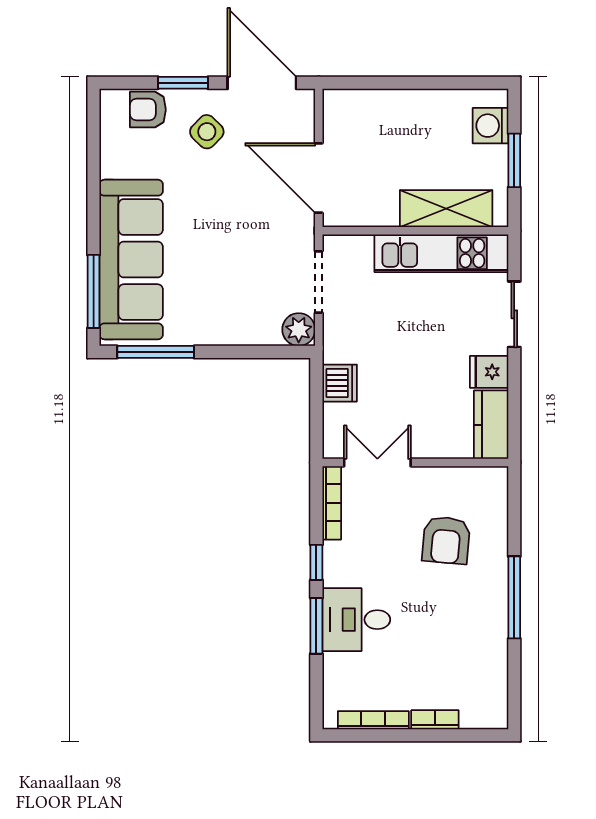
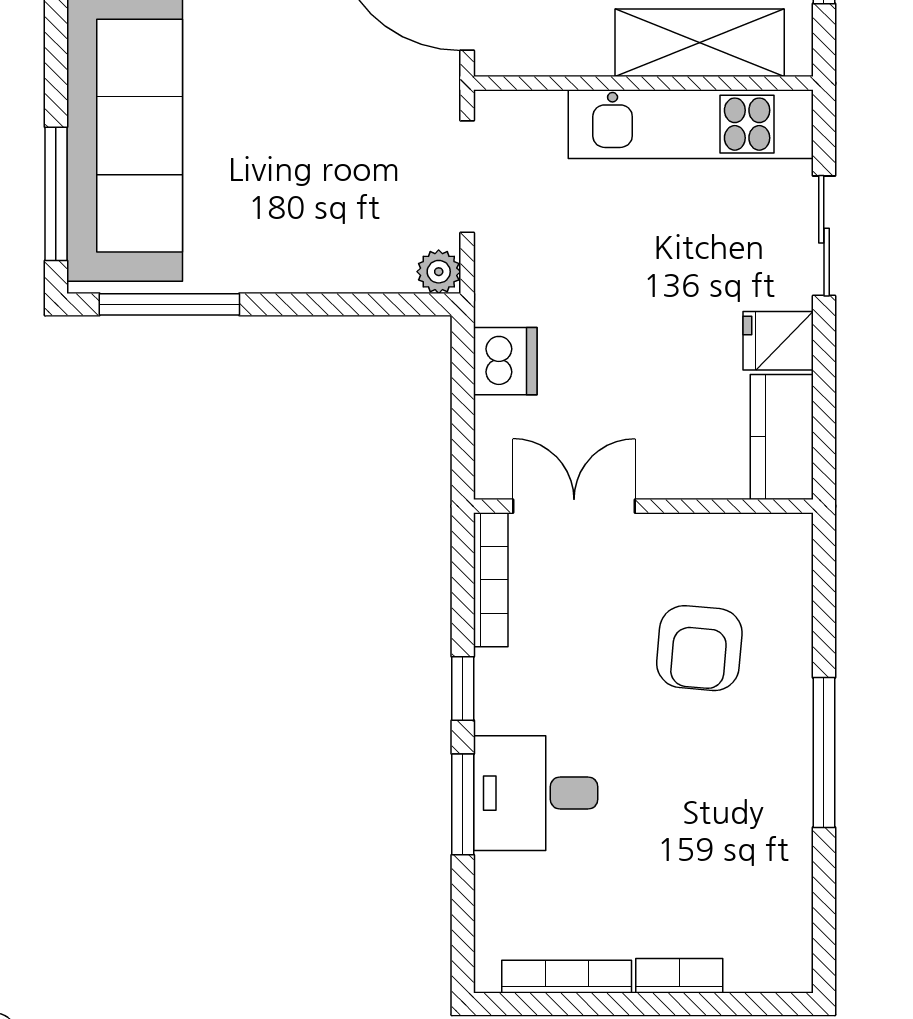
plant: (299, 330) -> (439, 272), width x0.73, depth x0.73

